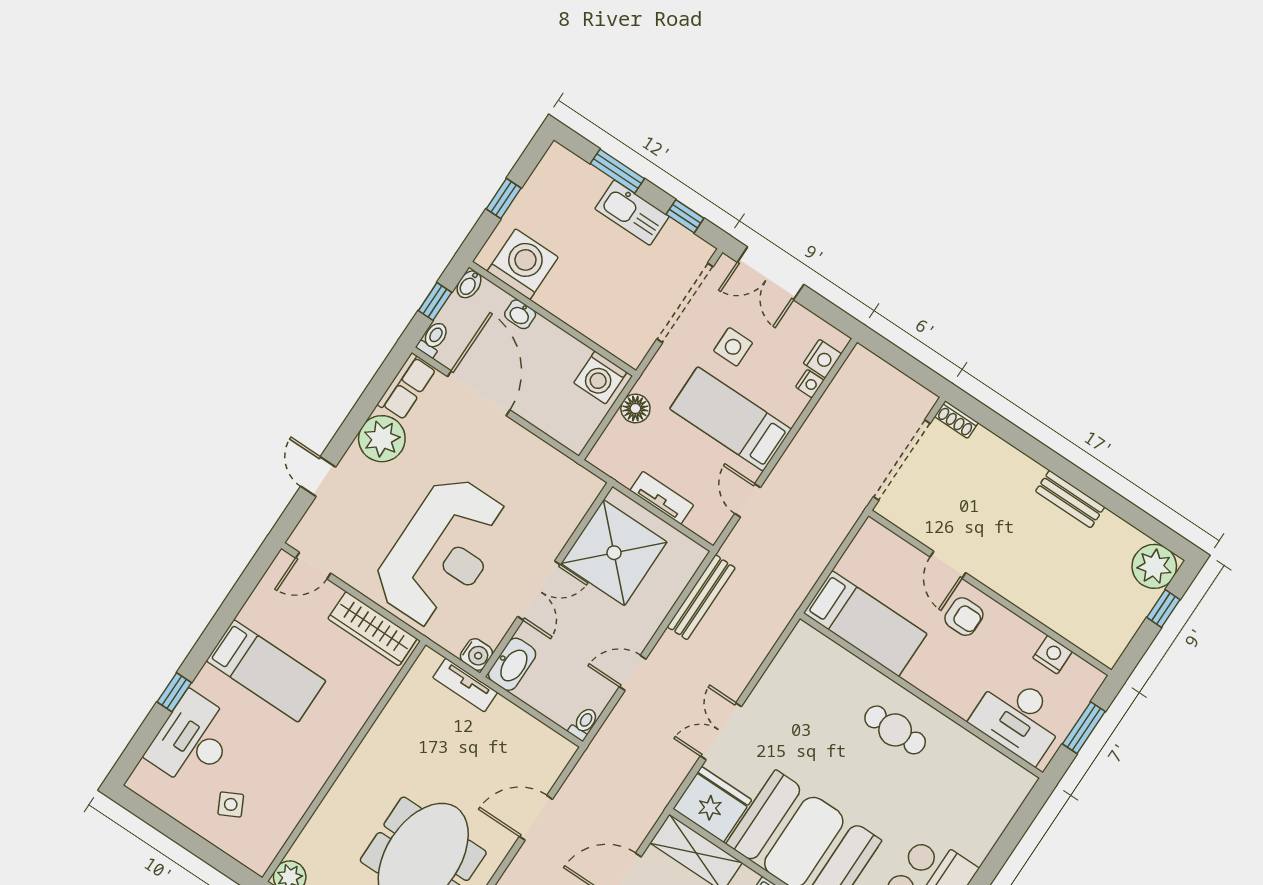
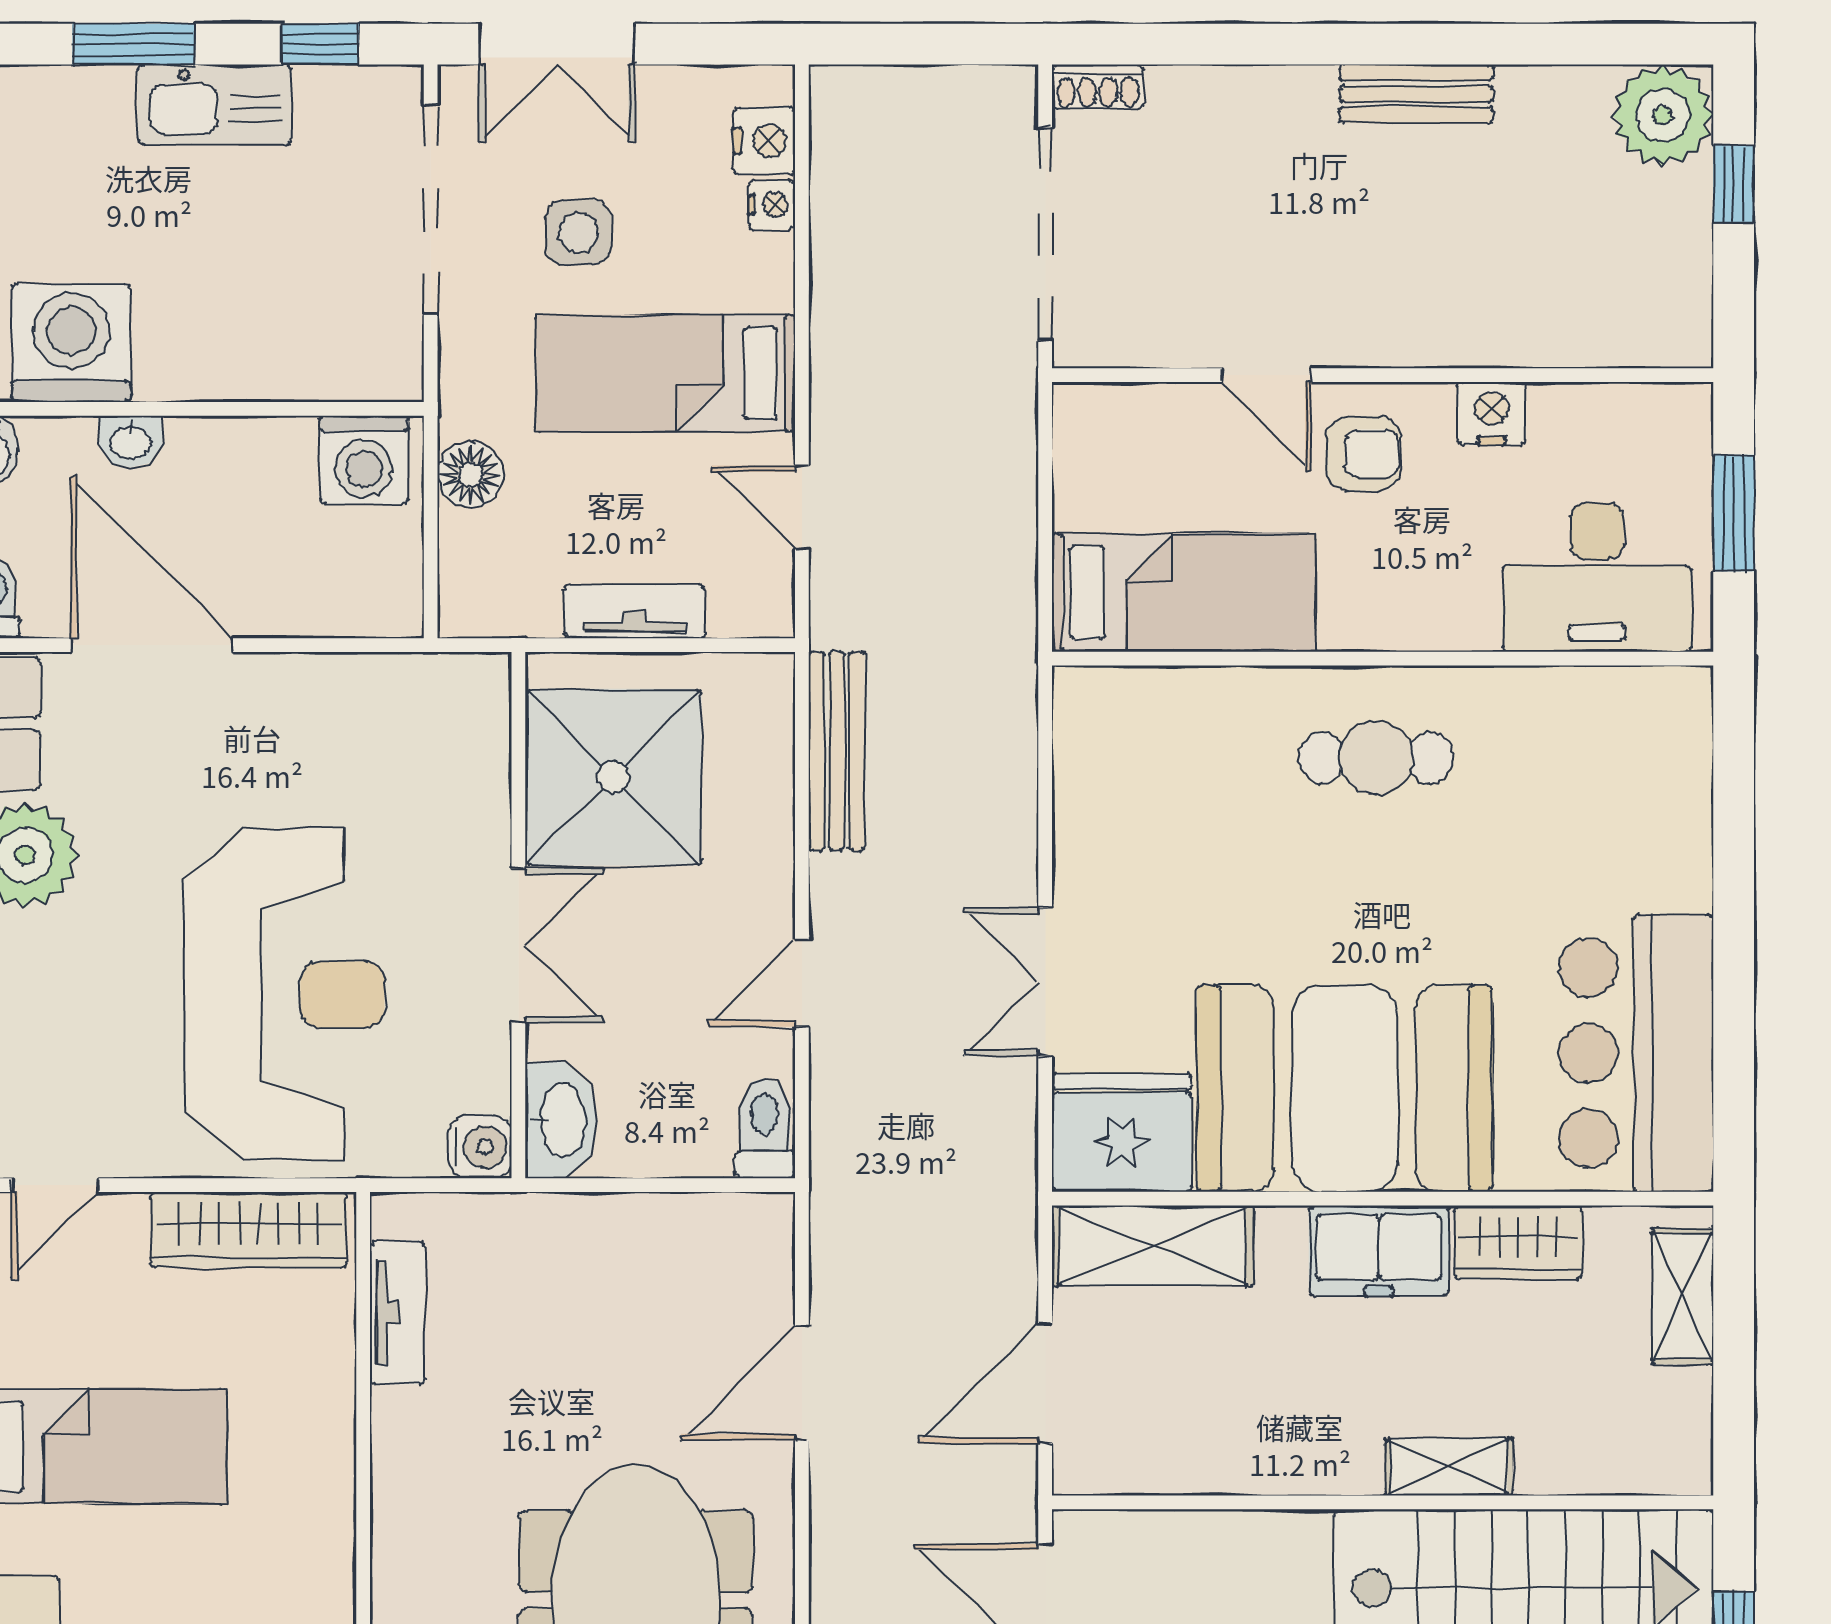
nightstand: (1053, 655) -> (1492, 413), moved
tv unit: (465, 685) -> (397, 1312), moved, turned -90
toilet: (584, 724) -> (765, 1128), width x1.37, depth x1.39

